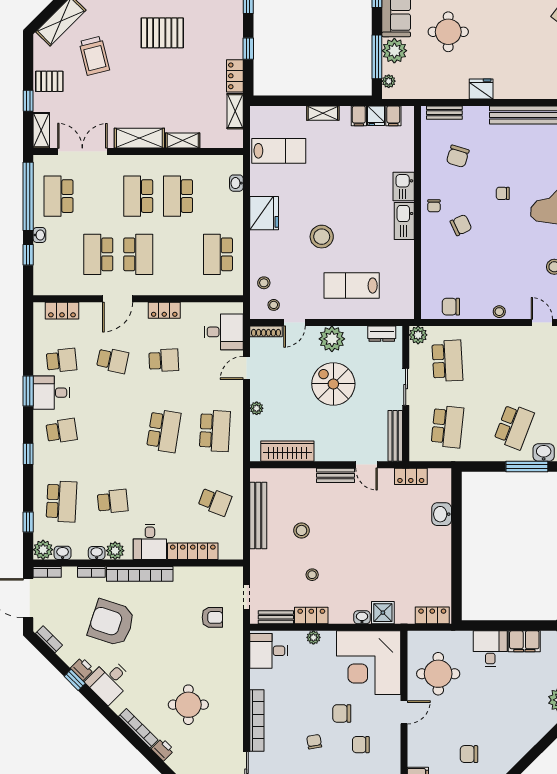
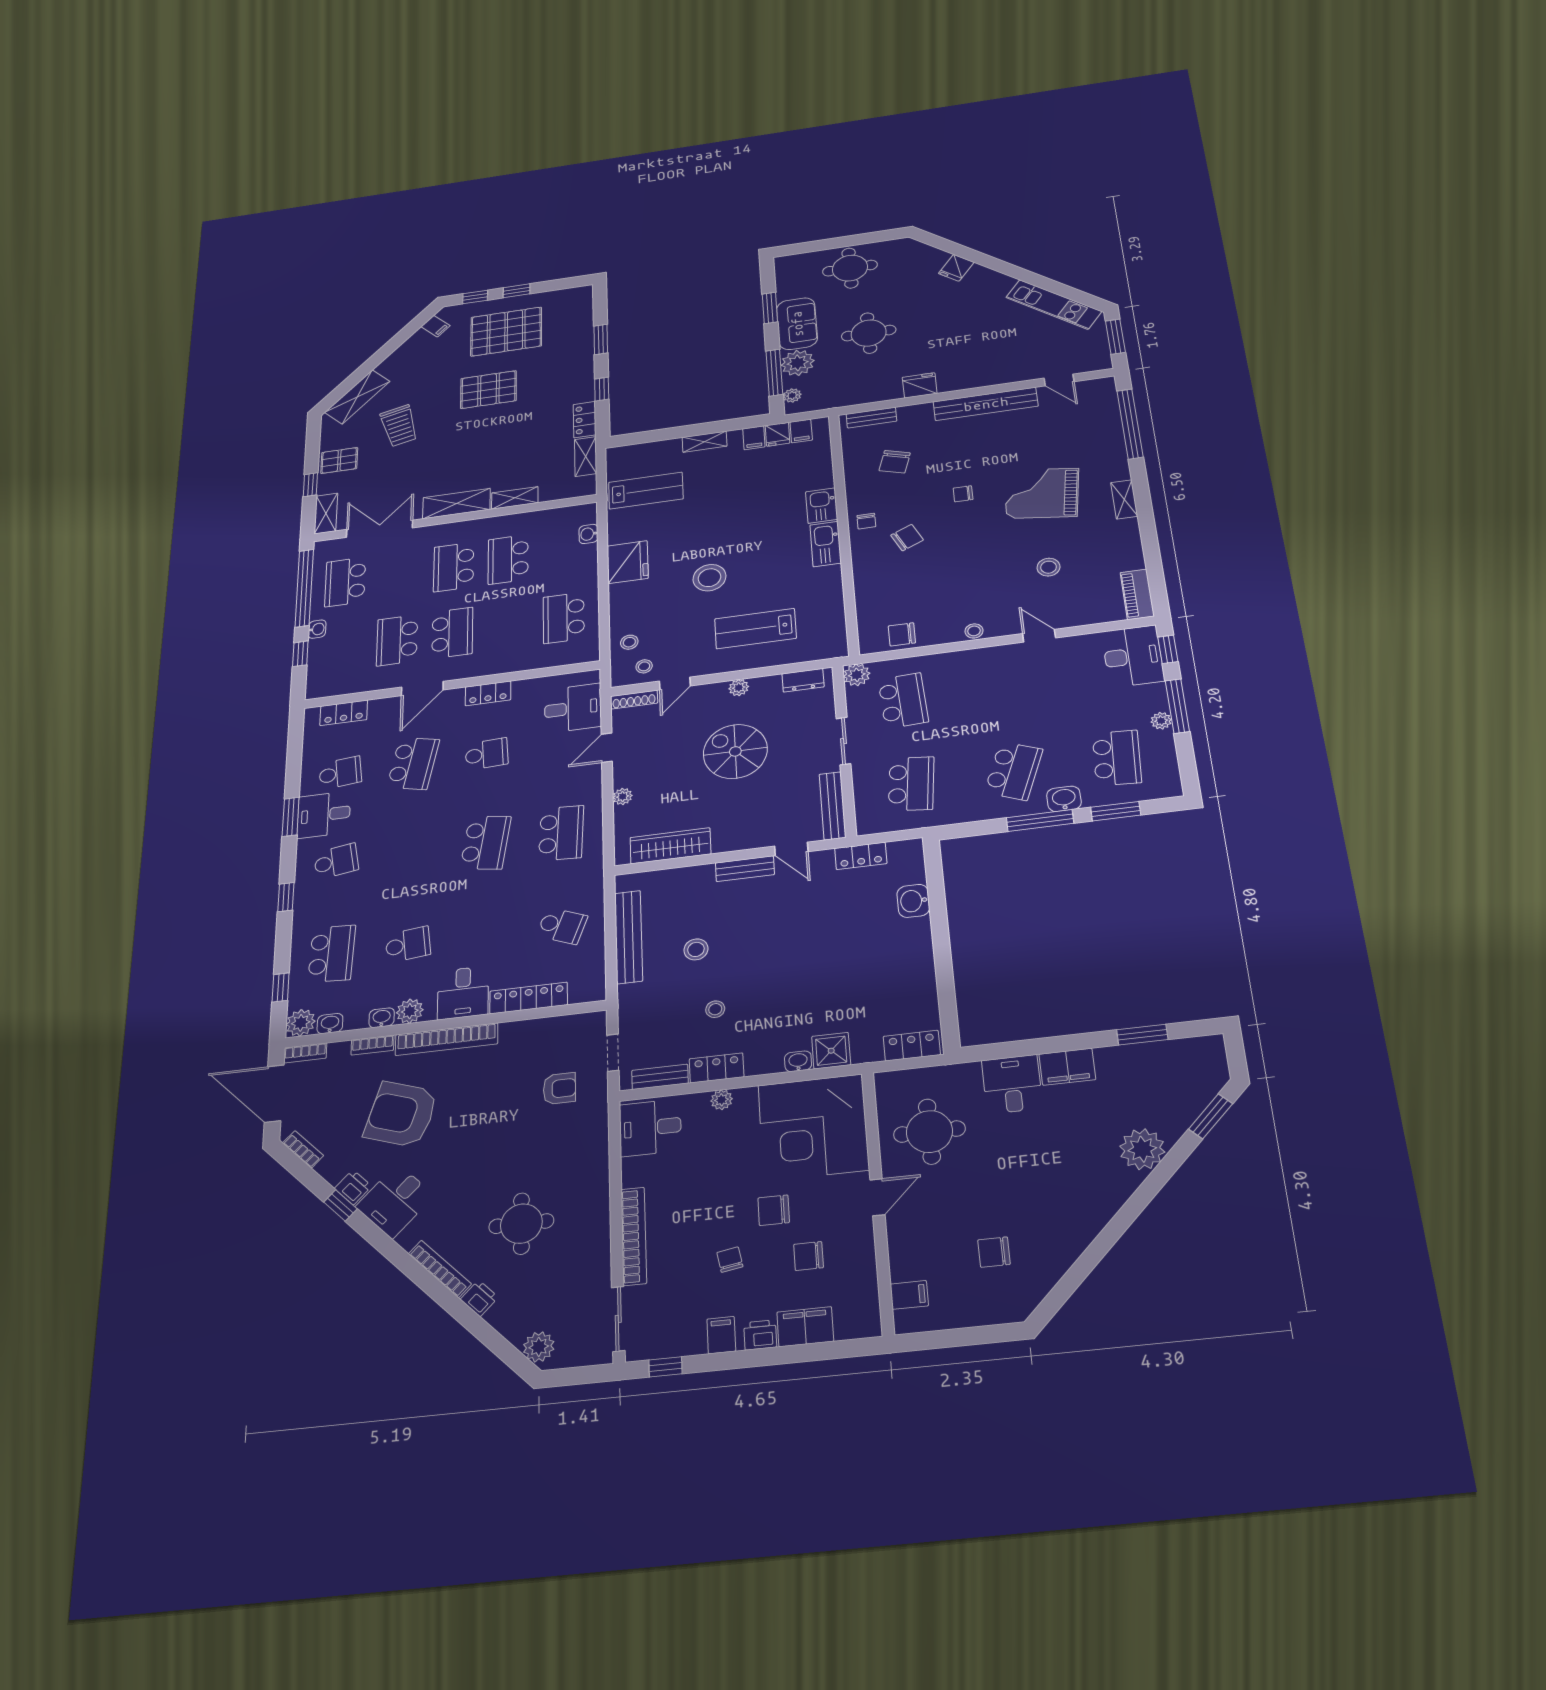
plant: (332, 339) -> (739, 688), width x0.53, depth x0.53
school desk: (113, 360) -> (413, 763), width x1.85

